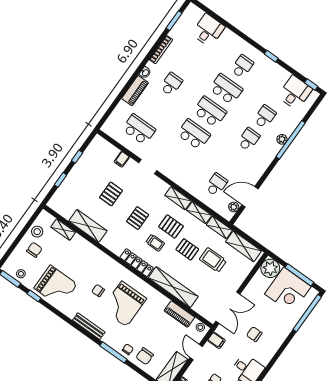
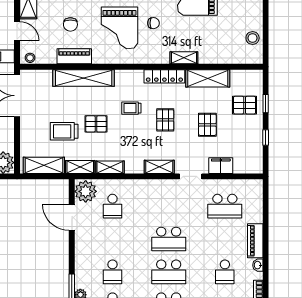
filing cabinet: (122, 159) -> (221, 166), width x2.00
door: (250, 197) -> (72, 217), swing flipped
shelving: (178, 198) -> (159, 167), moved
plant: (234, 207) -> (86, 191), width x1.87, depth x1.87
pallet: (171, 226) -> (245, 105), moved
shelving: (63, 230) -> (184, 58), moved
chair: (34, 250) -> (70, 24), moved
trolley: (213, 260) -> (64, 131), turned 180
locker: (137, 263) -> (164, 76), moved
grand piano: (124, 304) -> (119, 28), turned 180
piano: (179, 314) -> (74, 56), moved

